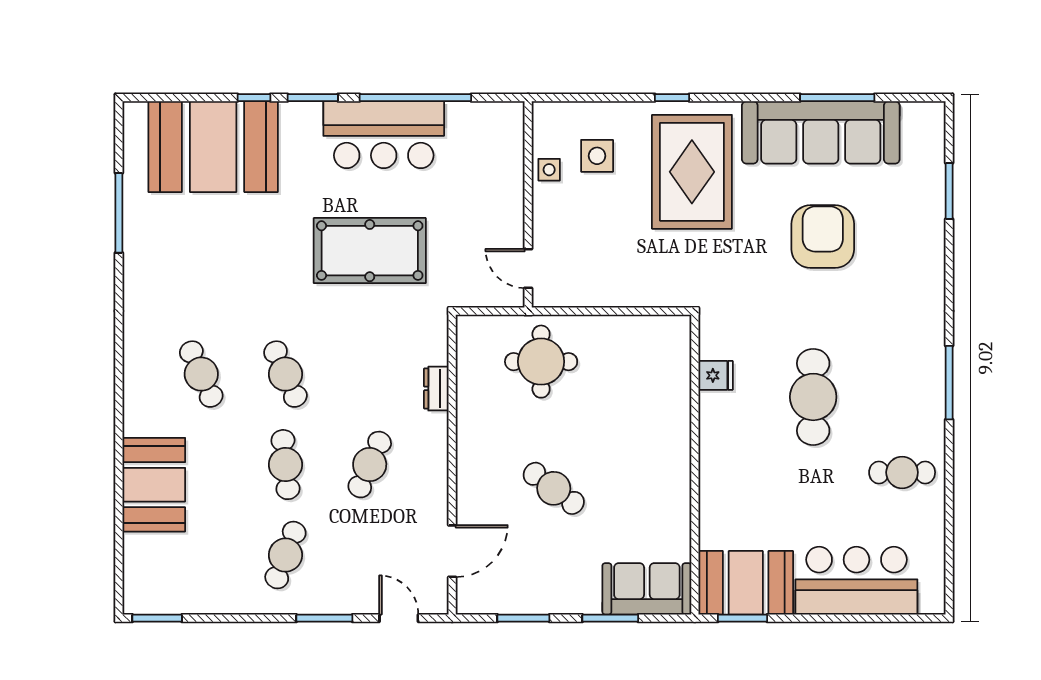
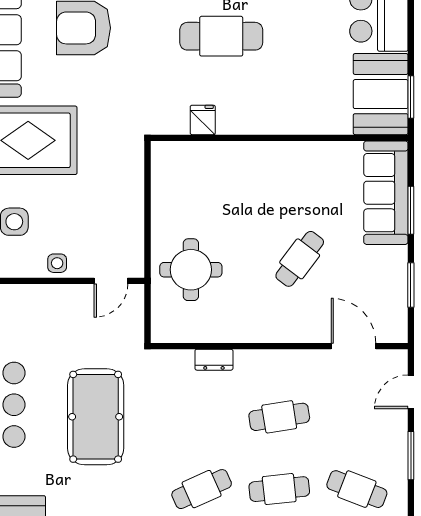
side table: (549, 170) -> (57, 263), moved
cafe table: (370, 465) -> (279, 417), turned -33
sofa: (647, 589) -> (386, 193), width x1.36

